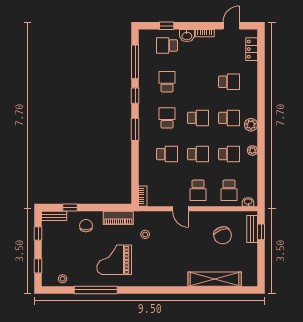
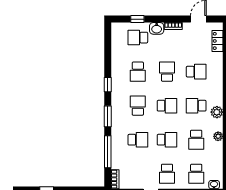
window: (135, 62) -> (108, 152), moved
school desk: (167, 82) -> (138, 72), turned 180
school desk: (198, 82) -> (167, 72), added
school desk: (229, 118) -> (196, 106), turned 180
school desk: (229, 154) -> (196, 140), turned 90

